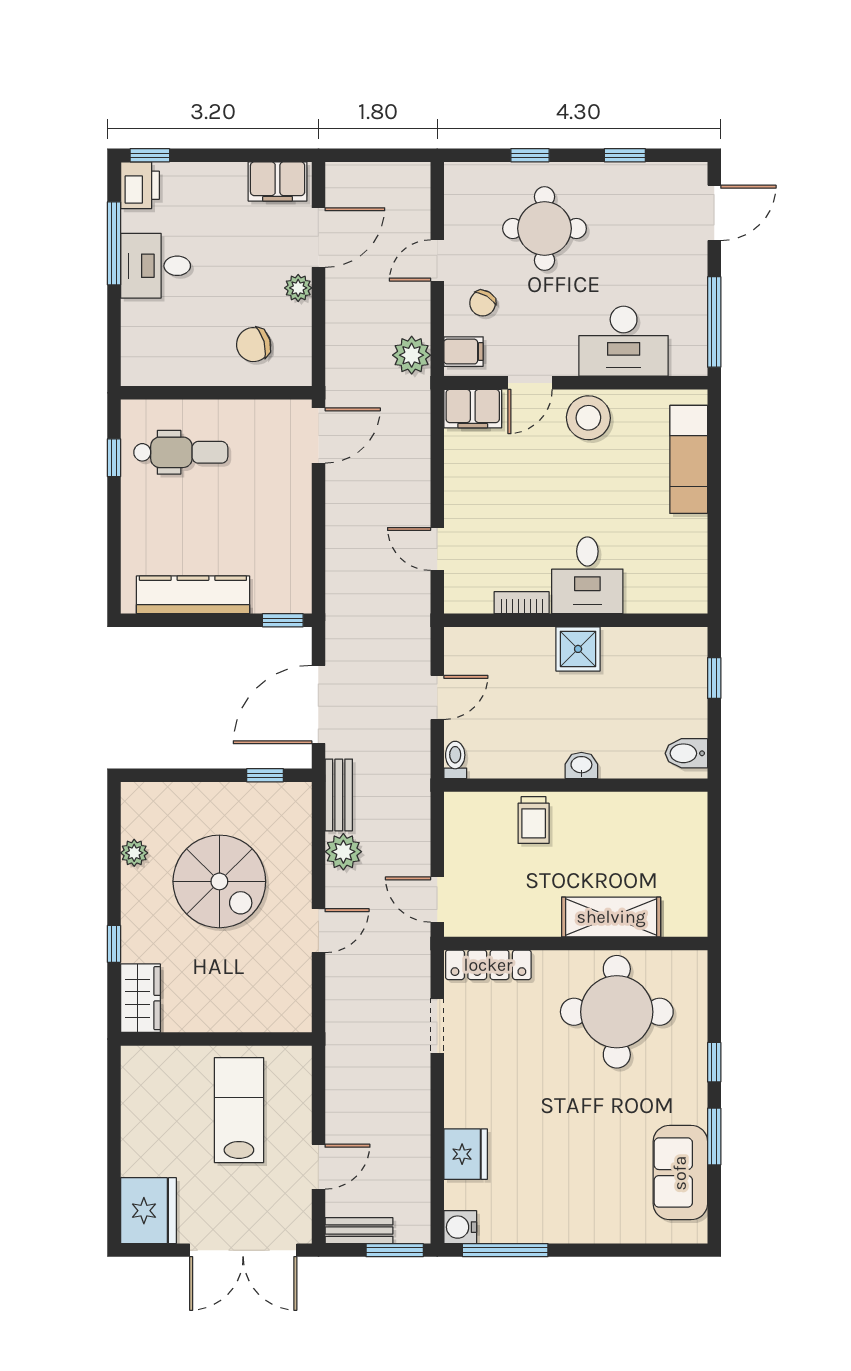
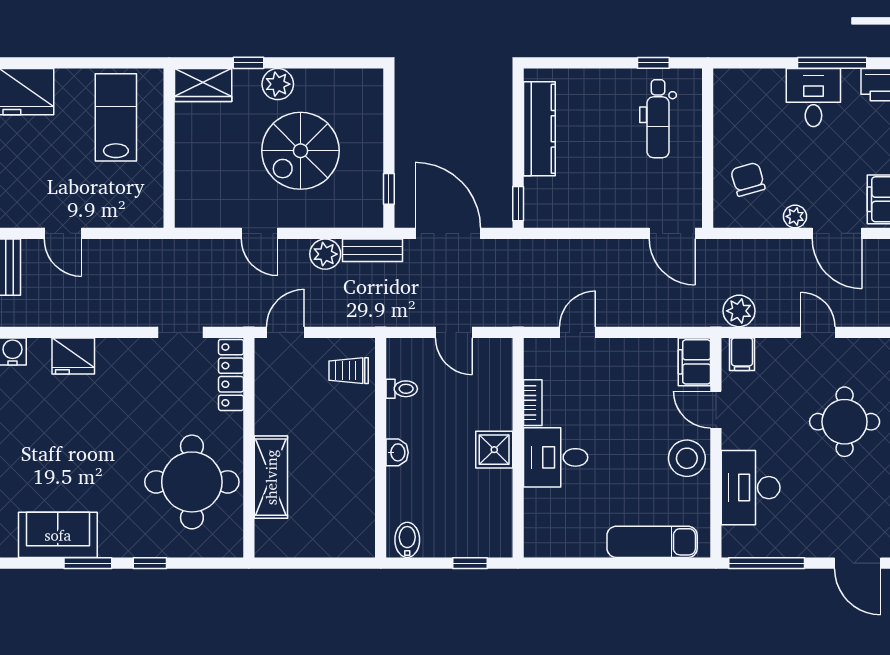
chair: (483, 303) -> (782, 370), removed
toilet: (455, 760) -> (402, 389), moved
trolley: (534, 820) -> (349, 371), moved
plant: (134, 853) -> (278, 84), moved, width x1.38, depth x1.38
lab bench: (239, 1110) -> (116, 117), moved, turned -90

